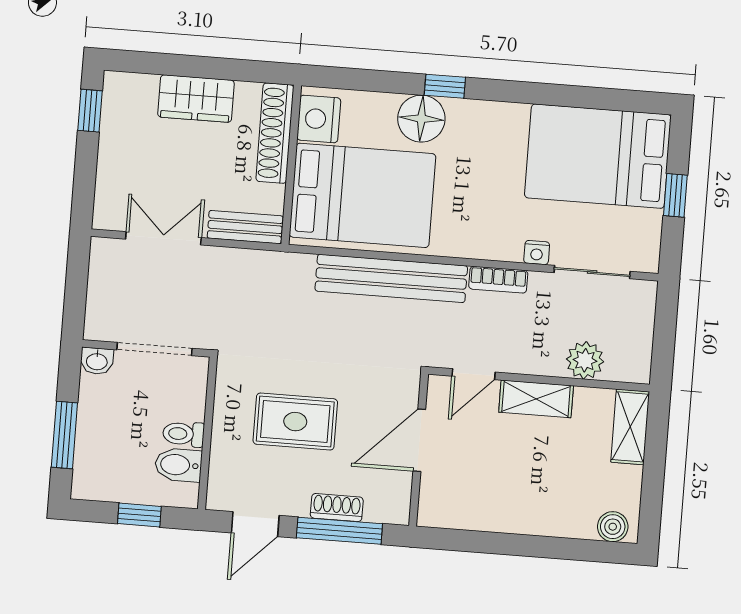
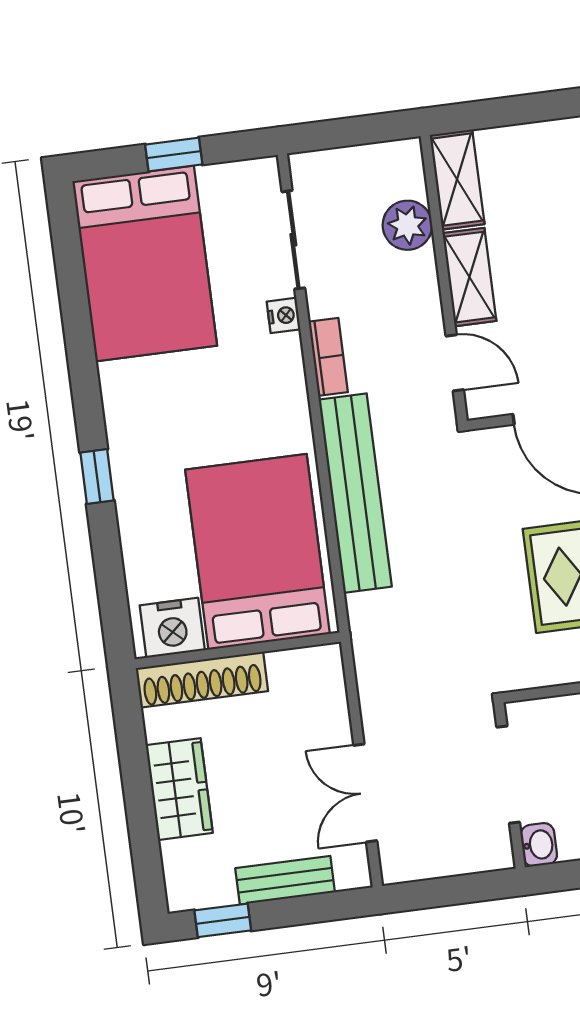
floor lamp: (421, 119) -> (144, 498), removed
bench: (245, 227) -> (285, 880), moved, turned 90
shelving: (630, 427) -> (457, 180), moved, turned 90

